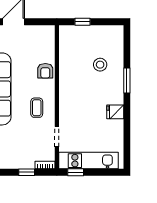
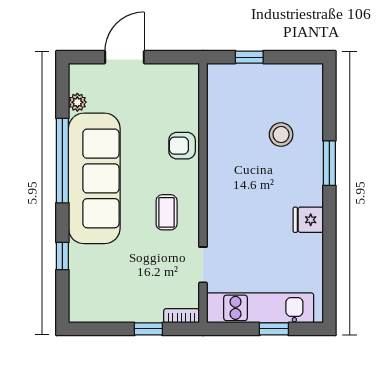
armchair: (45, 71) -> (182, 146), turned 90
window: (76, 172) -> (274, 329), moved

